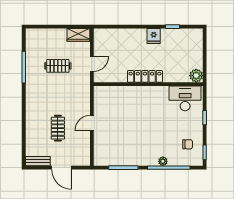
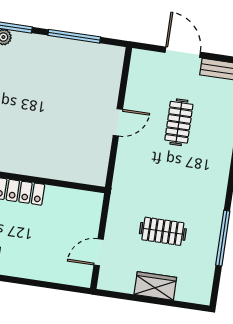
wardrobe: (78, 35) -> (155, 286), moved
door: (92, 64) -> (99, 252), moved

